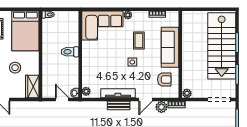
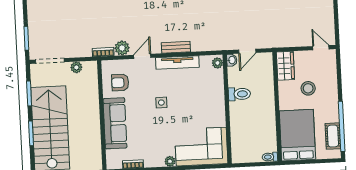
coffee table: (139, 41) -> (154, 130), removed
toilet: (70, 52) -> (239, 94), moved
plant: (187, 93) -> (76, 67), moved
door: (62, 99) -> (247, 51), hinge flipped

